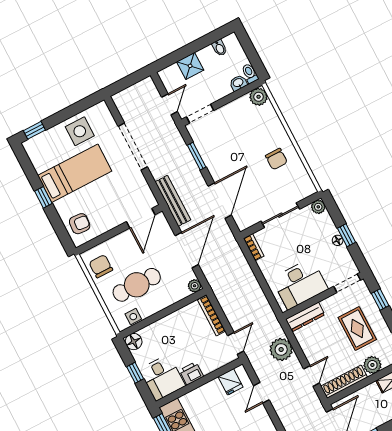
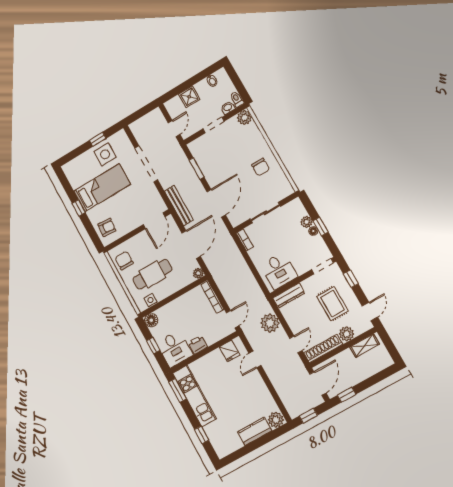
doorway: (200, 114) -> (214, 125), moved
window: (34, 130) -> (98, 139), moved
plant: (318, 207) -> (307, 222), moved
desk: (300, 284) -> (279, 271), width x0.73

